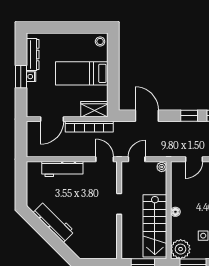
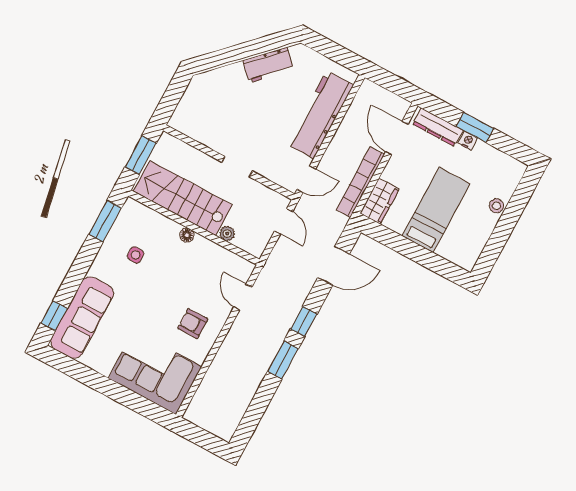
stool: (100, 41) -> (496, 206), moved
dresser: (33, 54) -> (438, 127), moved
plant: (162, 167) -> (227, 234), moved
workbench: (62, 169) -> (320, 115), width x1.36, depth x1.32
workbench: (54, 222) -> (268, 65), width x0.73
plant: (181, 249) -> (134, 215), removed

